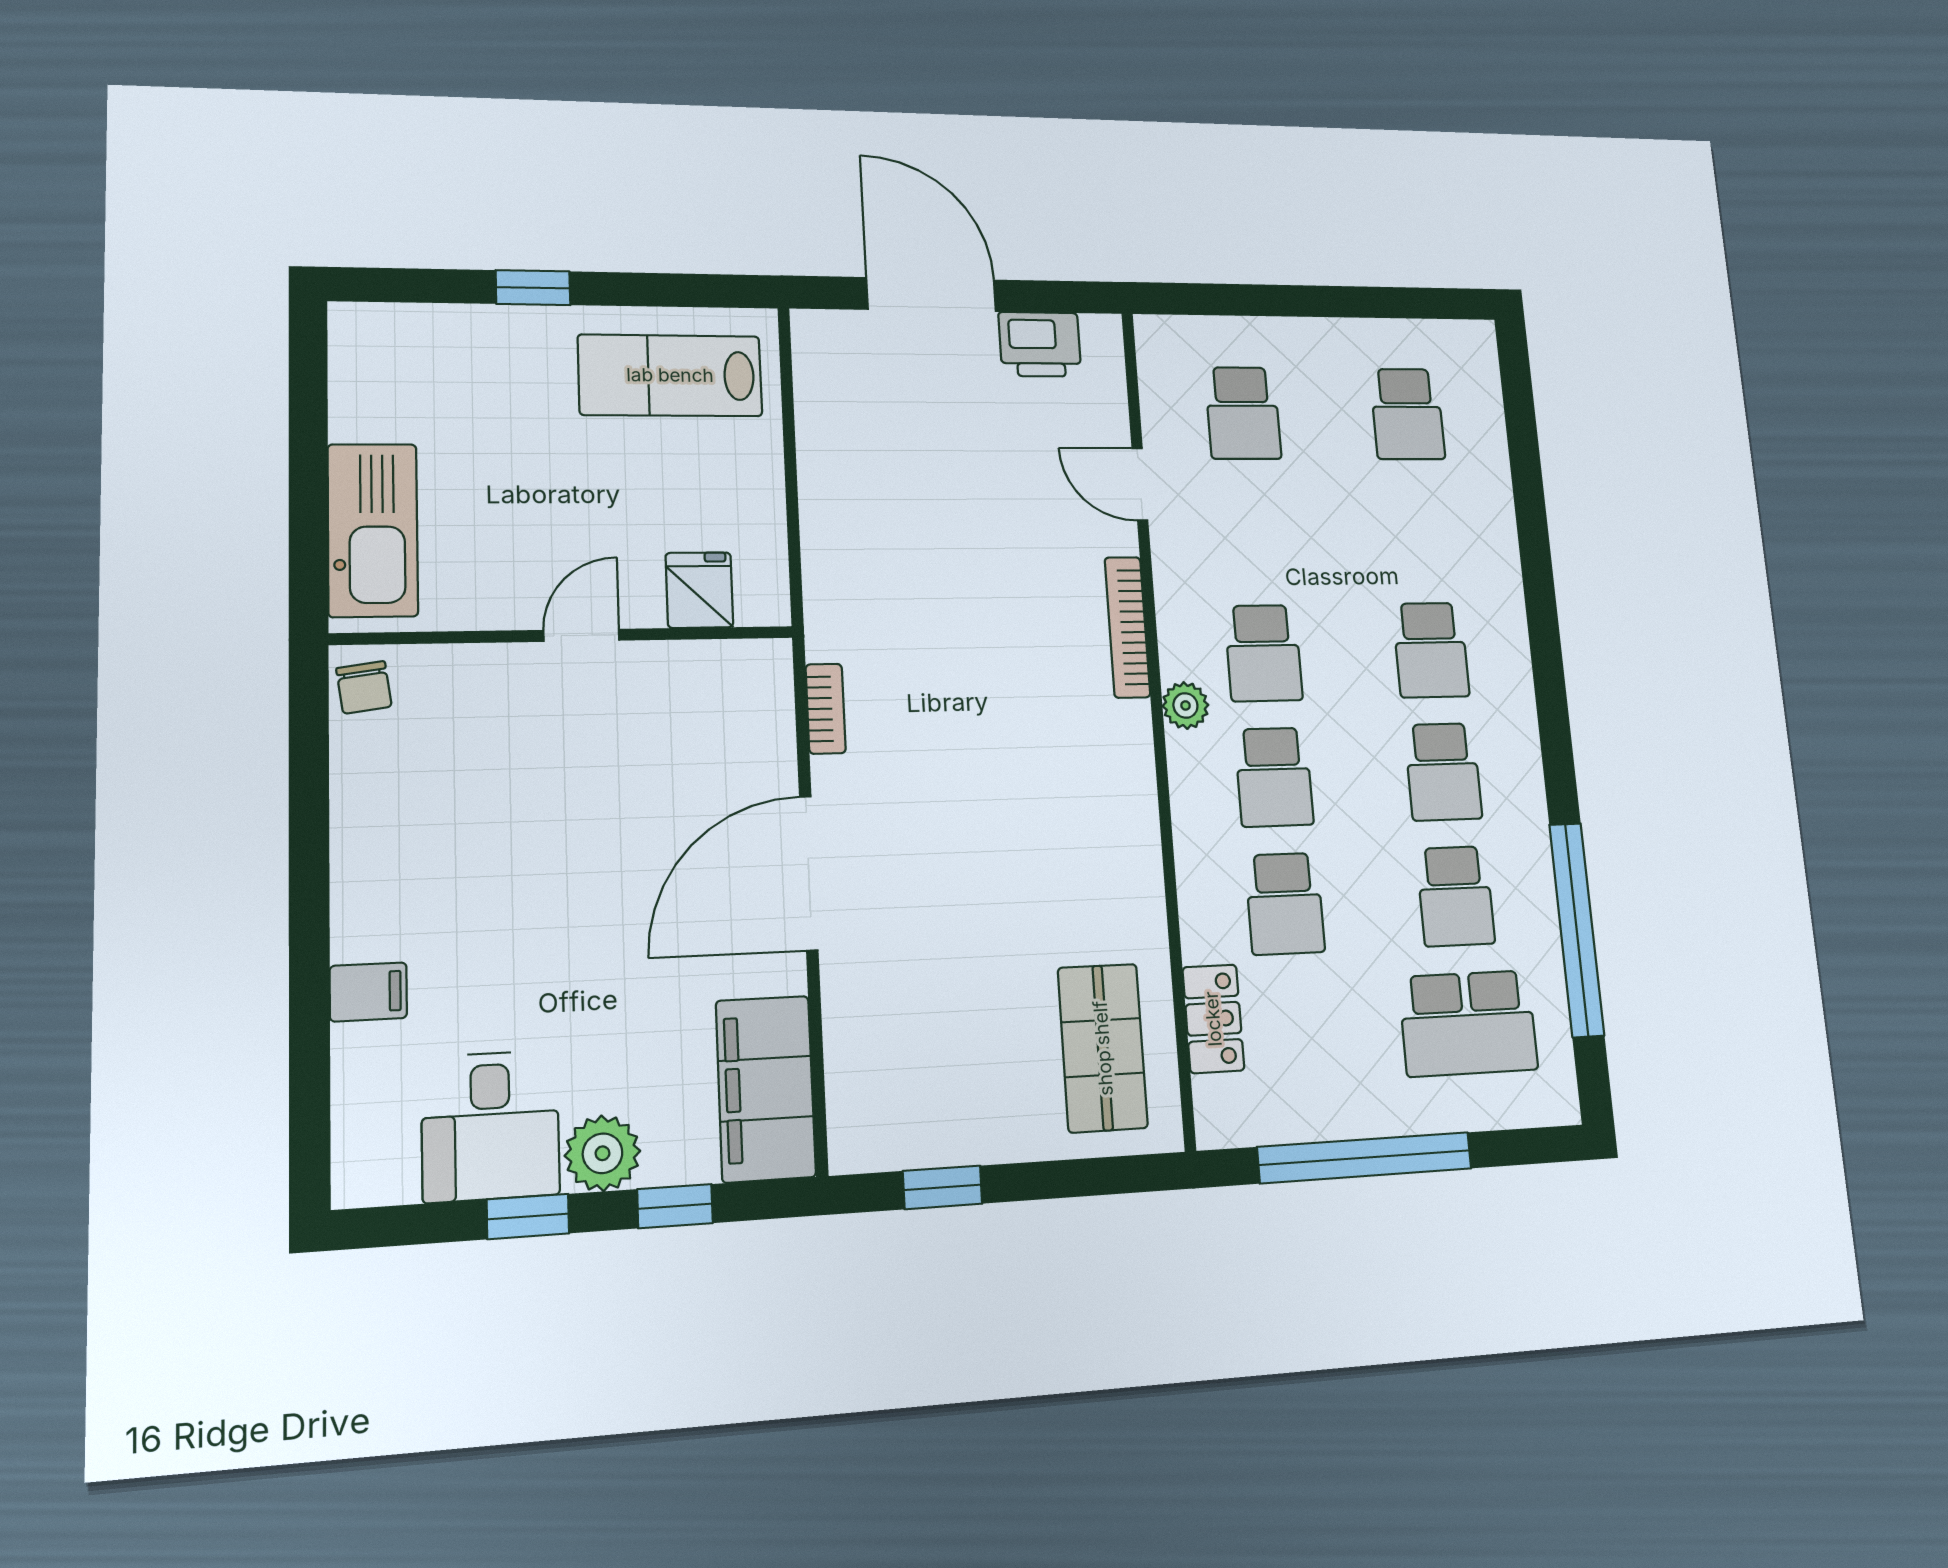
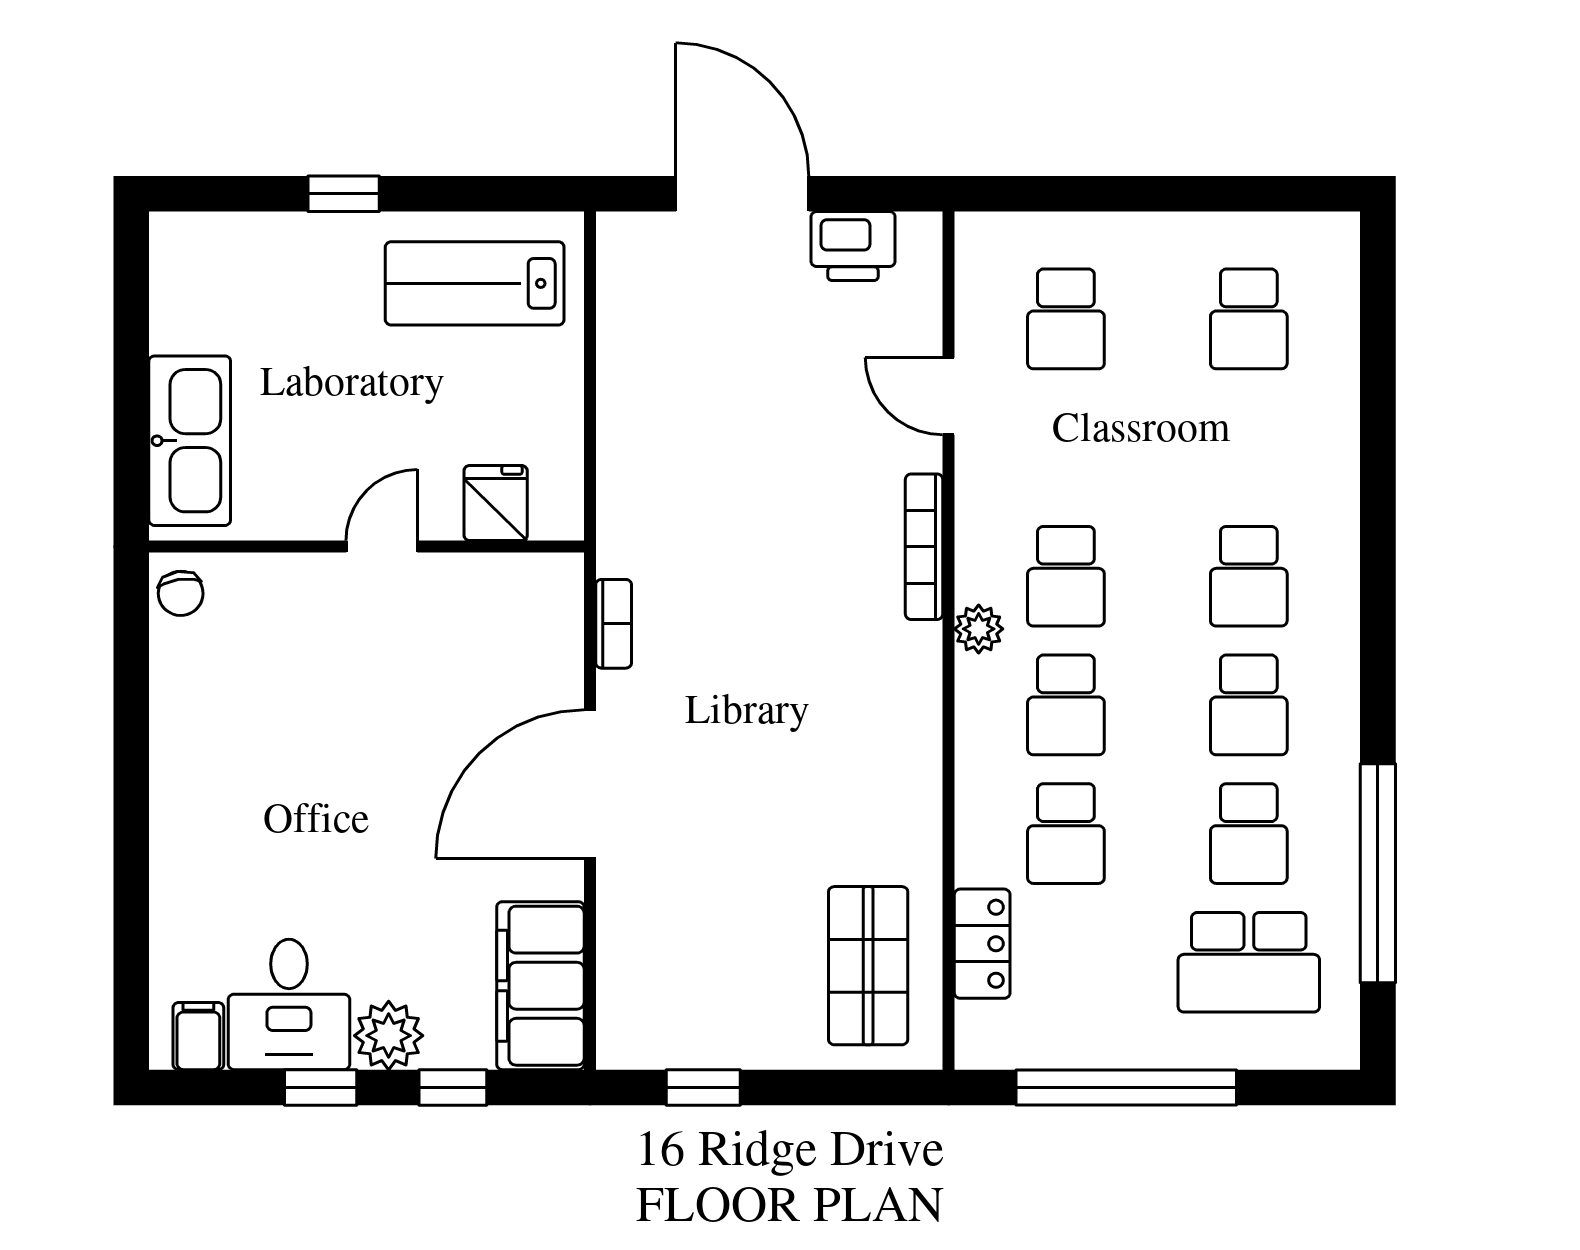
filing cabinet: (368, 992) -> (198, 1036), moved, turned -90

